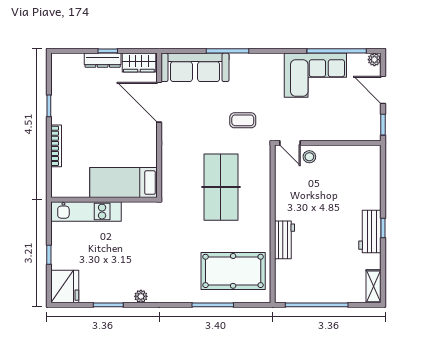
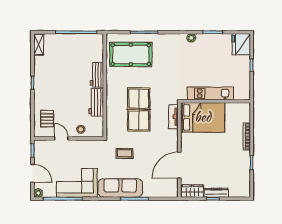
sofa: (195, 67) -> (120, 188), moved
door: (159, 102) -> (179, 165), swing flipped
door: (290, 143) -> (61, 138), moved
pallet: (361, 173) -> (47, 119), added
tv unit: (168, 176) -> (173, 117), added
bed: (123, 183) -> (203, 117), width x1.50
kitchen unit: (86, 212) -> (210, 93), moved
workbench: (370, 231) -> (96, 102), moved, turned 180

